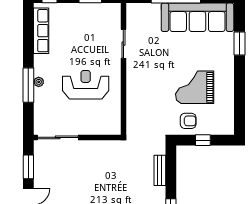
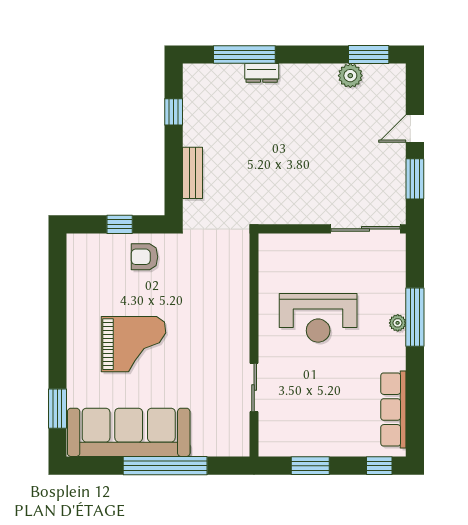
window: (240, 44) -> (57, 409), moved
grand piano: (195, 87) -> (134, 344), moved

